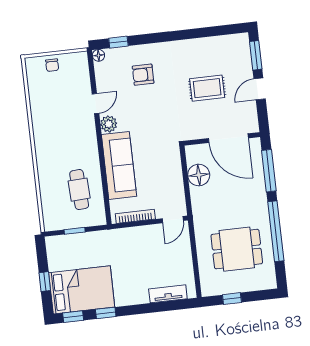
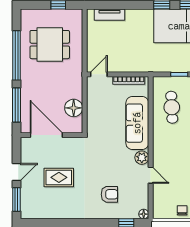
door: (96, 104) -> (151, 175), swing flipped

